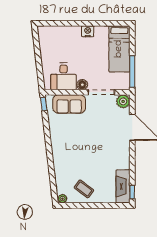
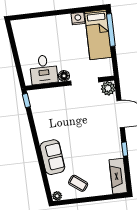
nightstand: (88, 31) -> (78, 18), moved
window: (132, 71) -> (111, 30), moved
sofa: (69, 104) -> (52, 157), moved, turned -97
window: (132, 192) -> (125, 149), moved

